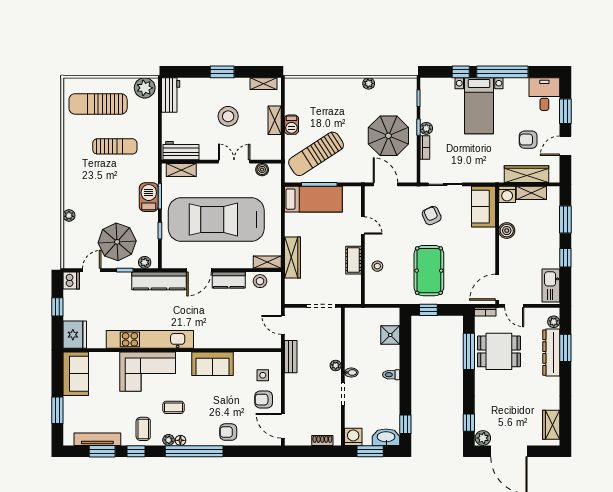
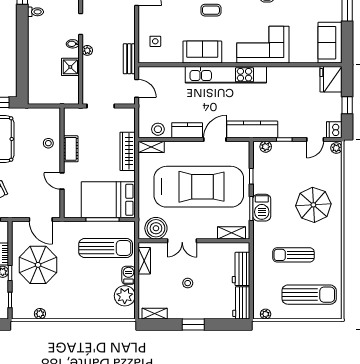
plant: (369, 83) -> (40, 314), moved
plant: (145, 88) -> (266, 314), width x0.53, depth x0.53
plant: (296, 103) -> (125, 296), added
stool: (228, 116) -> (188, 283), width x0.53, depth x0.53
shelving: (275, 120) -> (144, 261), moved
workbench: (181, 151) -> (241, 269), moved, turned 90
sun lounger: (316, 154) -> (106, 248), turned 33
boiler: (262, 170) -> (156, 228), width x1.86, depth x1.86
bed: (313, 199) -> (108, 200), width x1.50
plant: (69, 215) -> (336, 148), moved
parasol: (117, 242) -> (313, 205), moved
shower: (390, 335) -> (70, 67), moved
kitchen unit: (150, 339) -> (226, 75), moved
toilet: (391, 375) -> (35, 12), moved
armchair: (264, 400) -> (155, 19), removed
coffee table: (174, 407) -> (211, 10), moved

